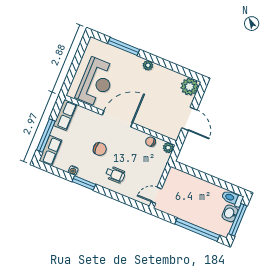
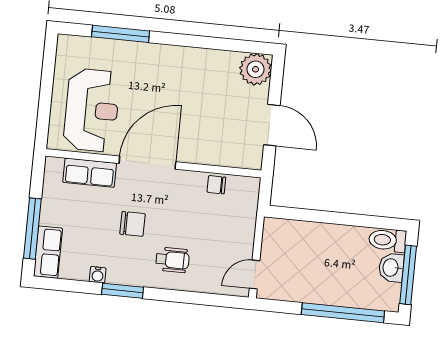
plant: (148, 65) -> (172, 54), removed
row of seats: (65, 115) -> (90, 173), moved, turned 90
plant: (168, 148) -> (250, 186), removed

